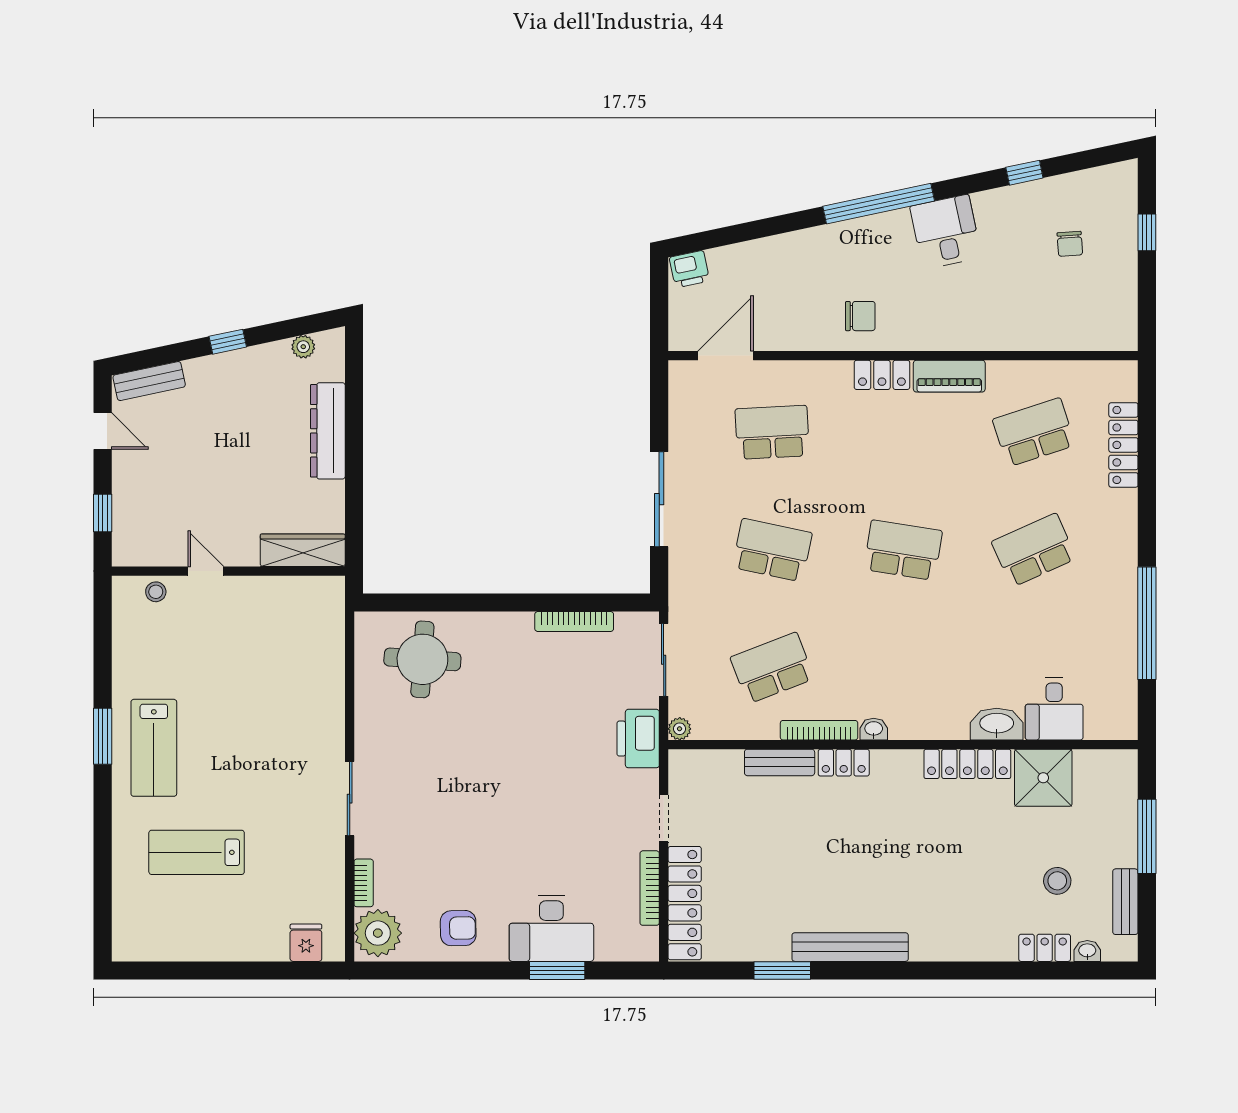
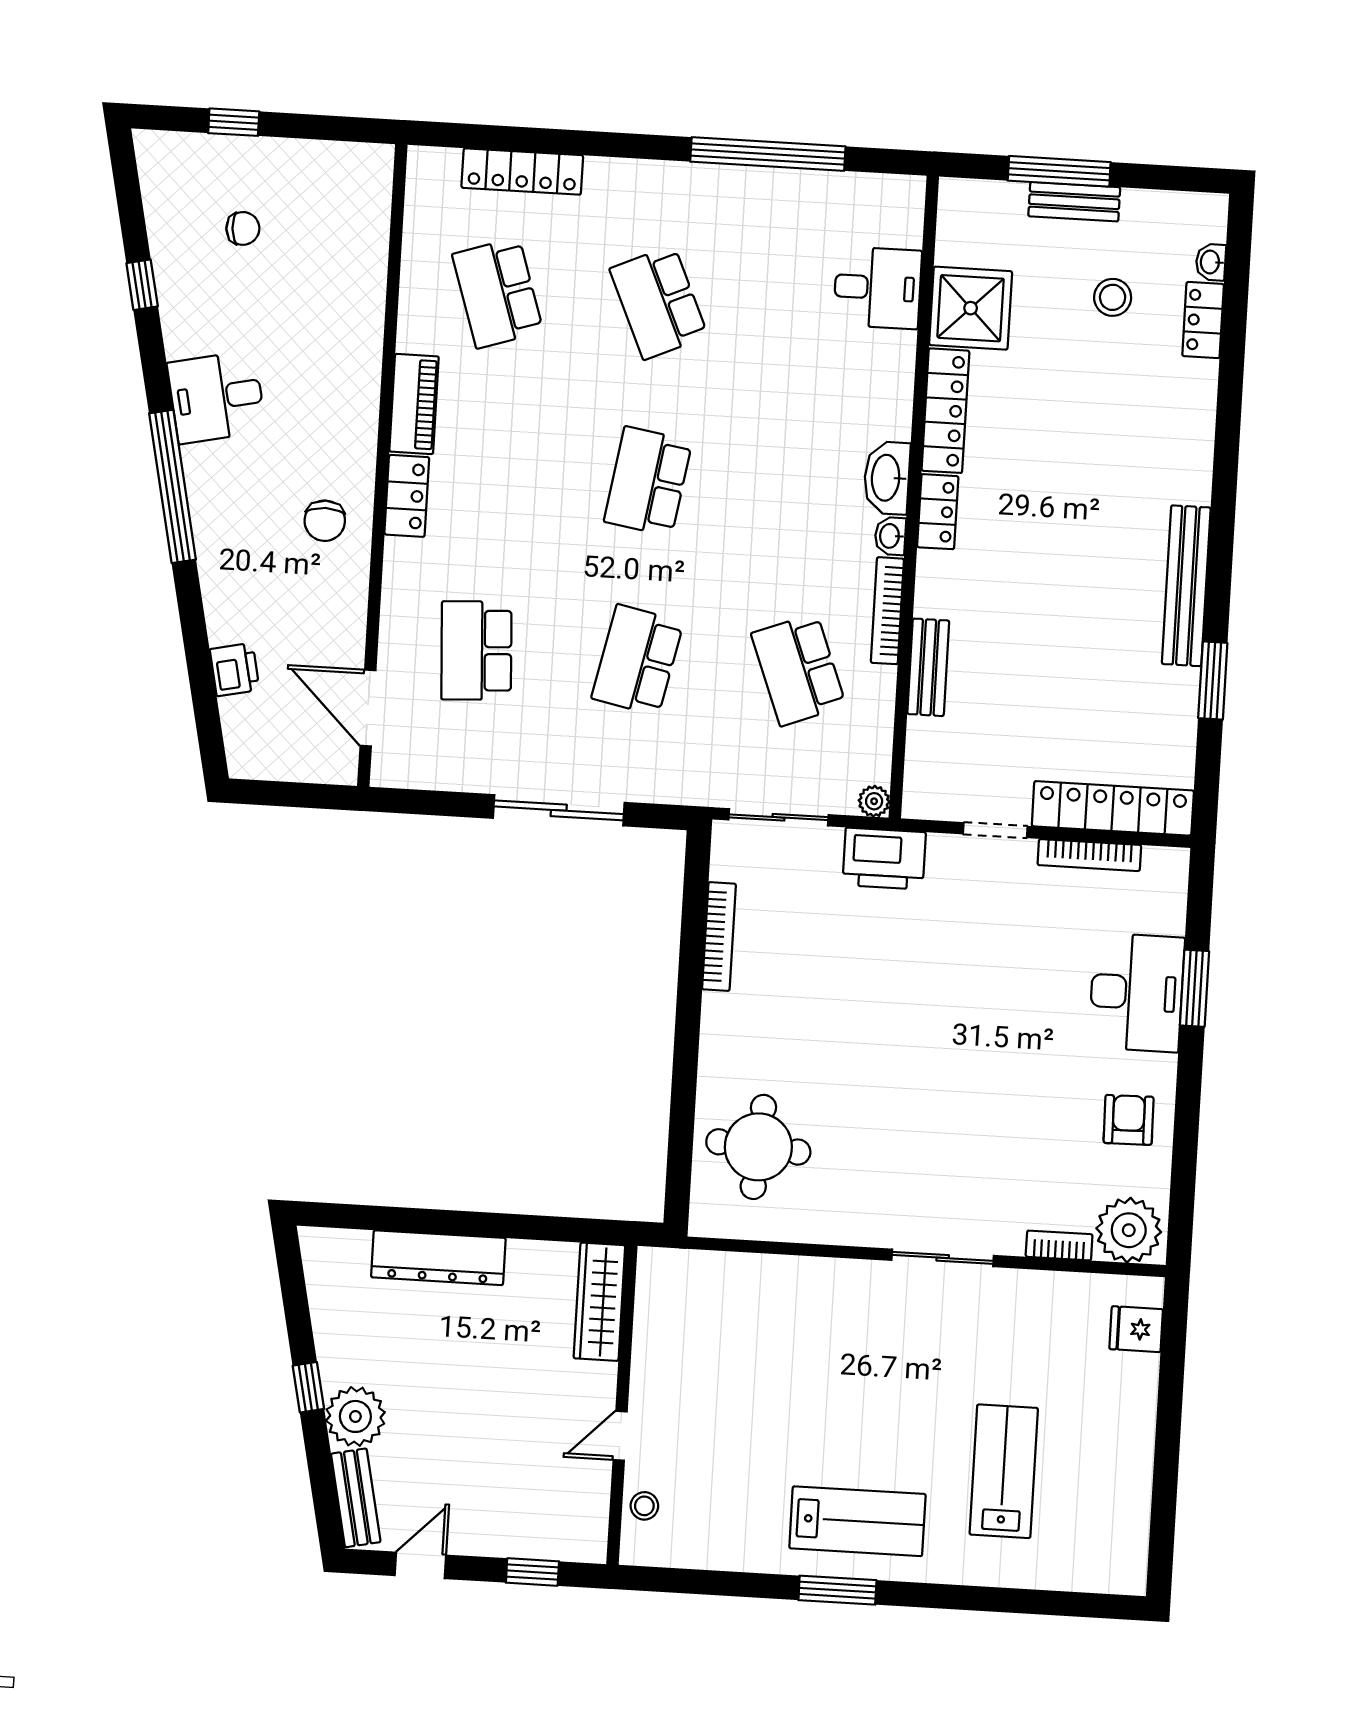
printer: (689, 269) -> (235, 670), moved
chair: (860, 316) -> (325, 521), turned 180
plant: (303, 347) -> (355, 1416), moved, width x1.88, depth x1.88
washbasin: (997, 724) -> (887, 478), moved
locker: (844, 763) -> (938, 512), moved
lab bench: (197, 852) -> (1004, 1471), turned 180
bench: (1125, 902) -> (1074, 202), moved

